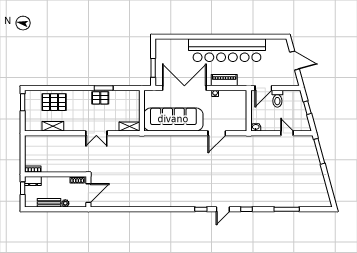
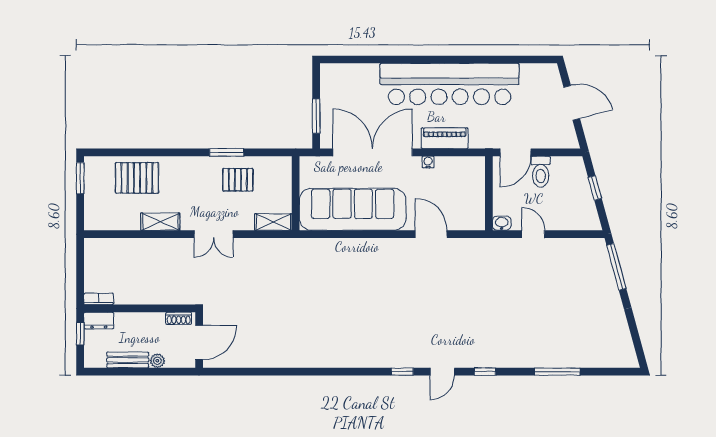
pallet: (100, 98) -> (238, 180), moved
shelving: (53, 126) -> (160, 222), moved
door: (217, 133) -> (431, 234), swing flipped
door: (287, 133) -> (533, 234), moved

